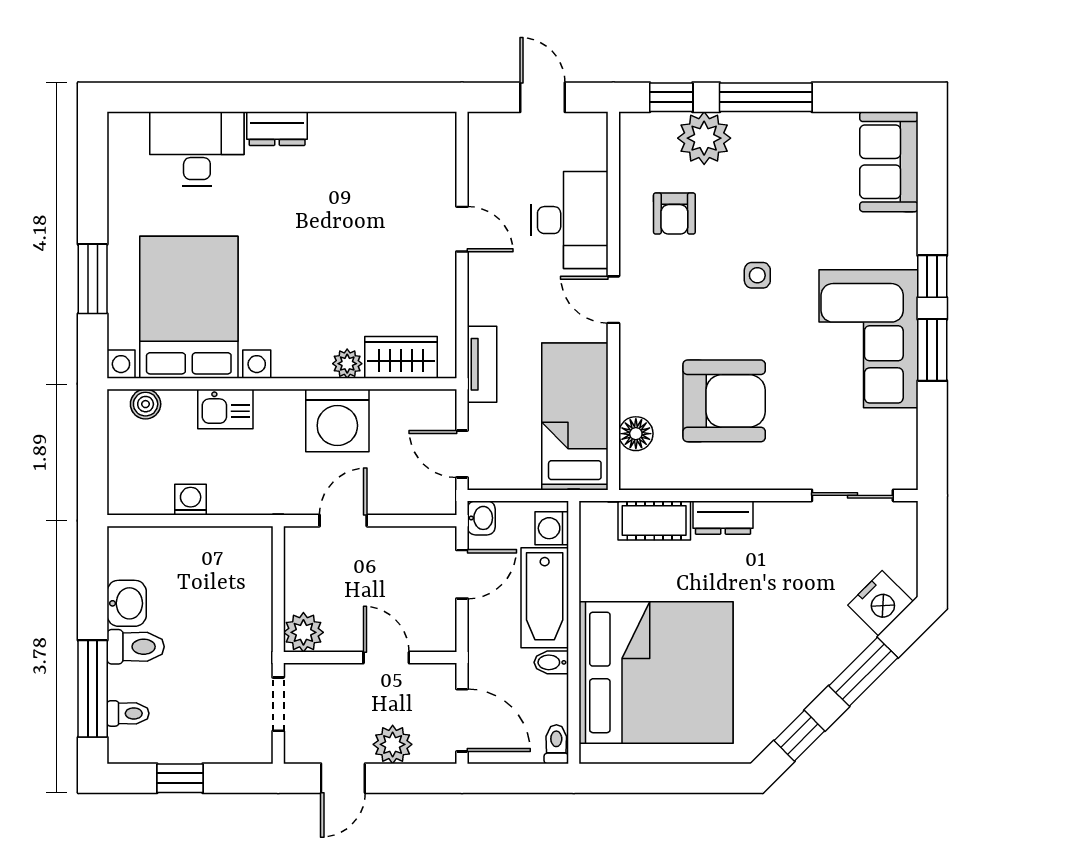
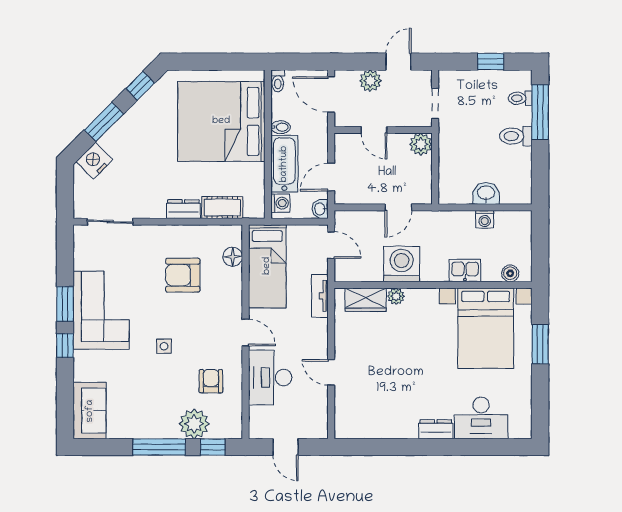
armchair: (724, 401) -> (183, 275), width x0.73, depth x0.73
washbasin: (127, 603) -> (486, 193), moved, turned 90

